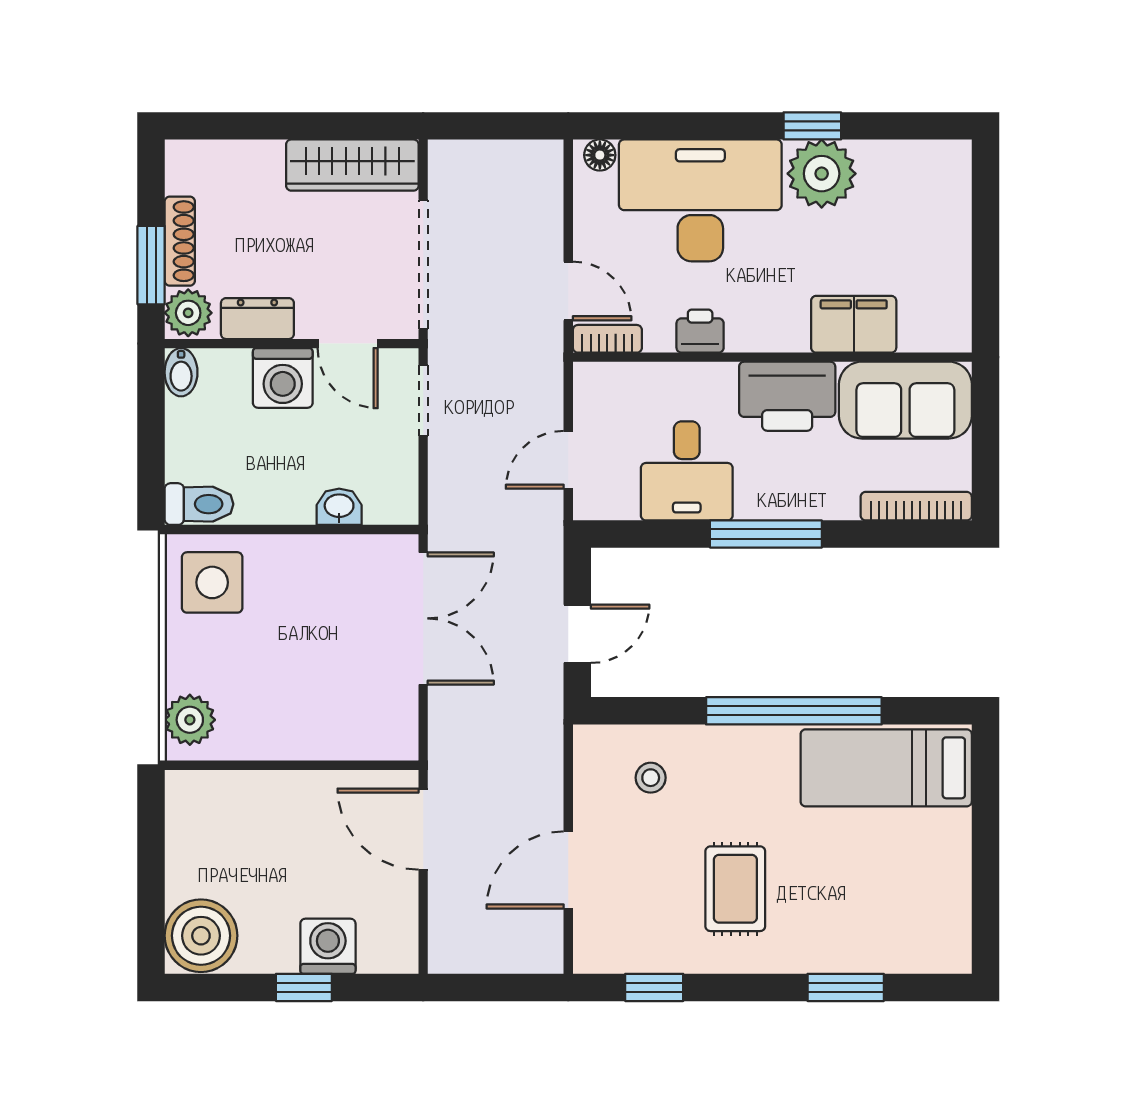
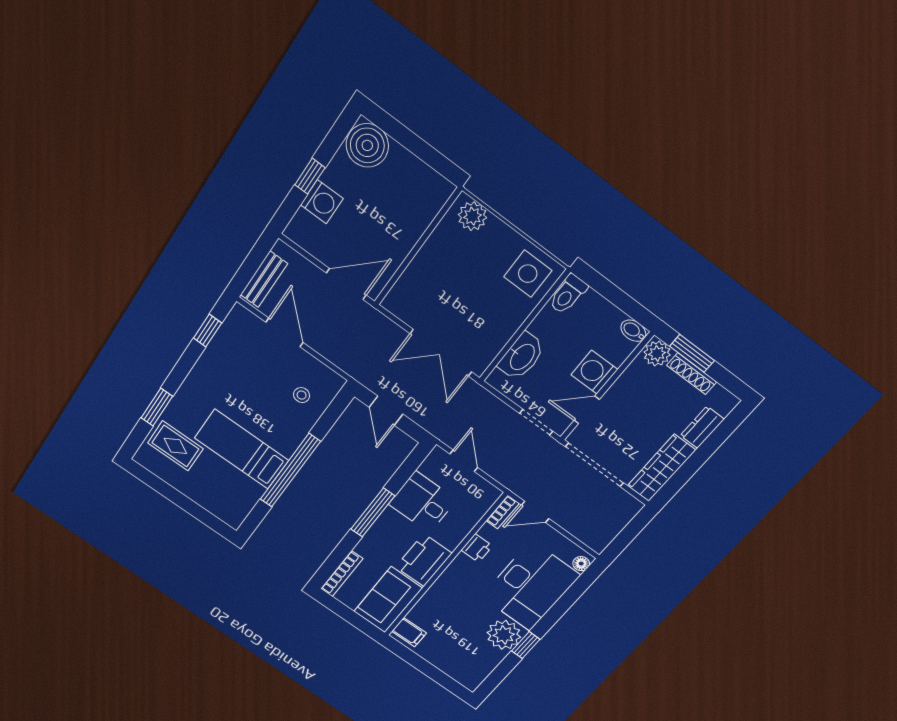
dresser: (257, 319) -> (702, 427), moved, turned 180
filing cabinet: (854, 324) -> (409, 632), moved, width x0.50
washbasin: (339, 507) -> (522, 357), width x1.91, depth x1.45
bed: (886, 768) -> (242, 449), moved, turned -90
rug: (735, 889) -> (175, 446), moved
bench: (508, 954) -> (264, 279), added

